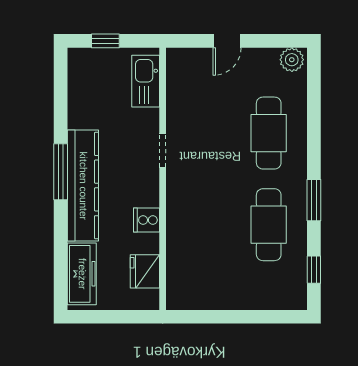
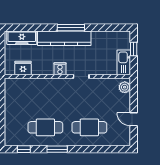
door: (227, 41) -> (134, 119), moved
plant: (292, 60) -> (125, 87), moved
kitchen sink: (146, 81) -> (124, 62), moved, turned -90
cooker: (146, 220) -> (60, 69), moved

